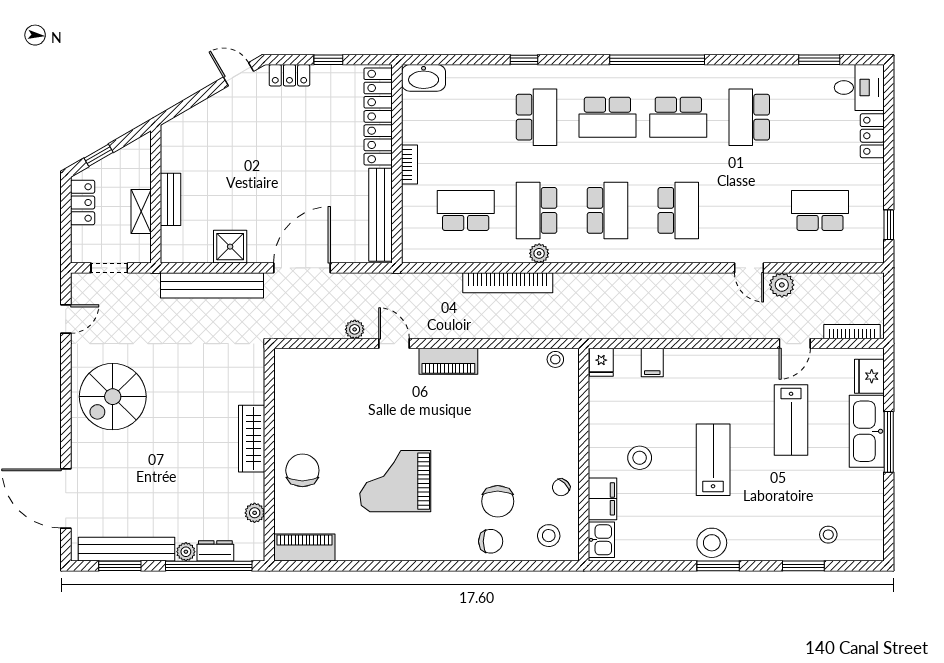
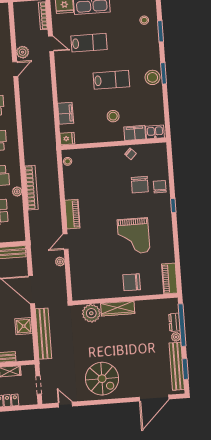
plant: (539, 253) -> (17, 191), moved
filing cabinet: (652, 363) -> (66, 113), width x2.00
lab bench: (713, 460) -> (111, 80), turned 180
chair: (498, 501) -> (140, 185), turned 90
plant: (255, 513) -> (91, 313), moved, width x1.87, depth x1.87
stool: (549, 536) -> (155, 158), removed
window: (451, 566) -> (173, 206), added

